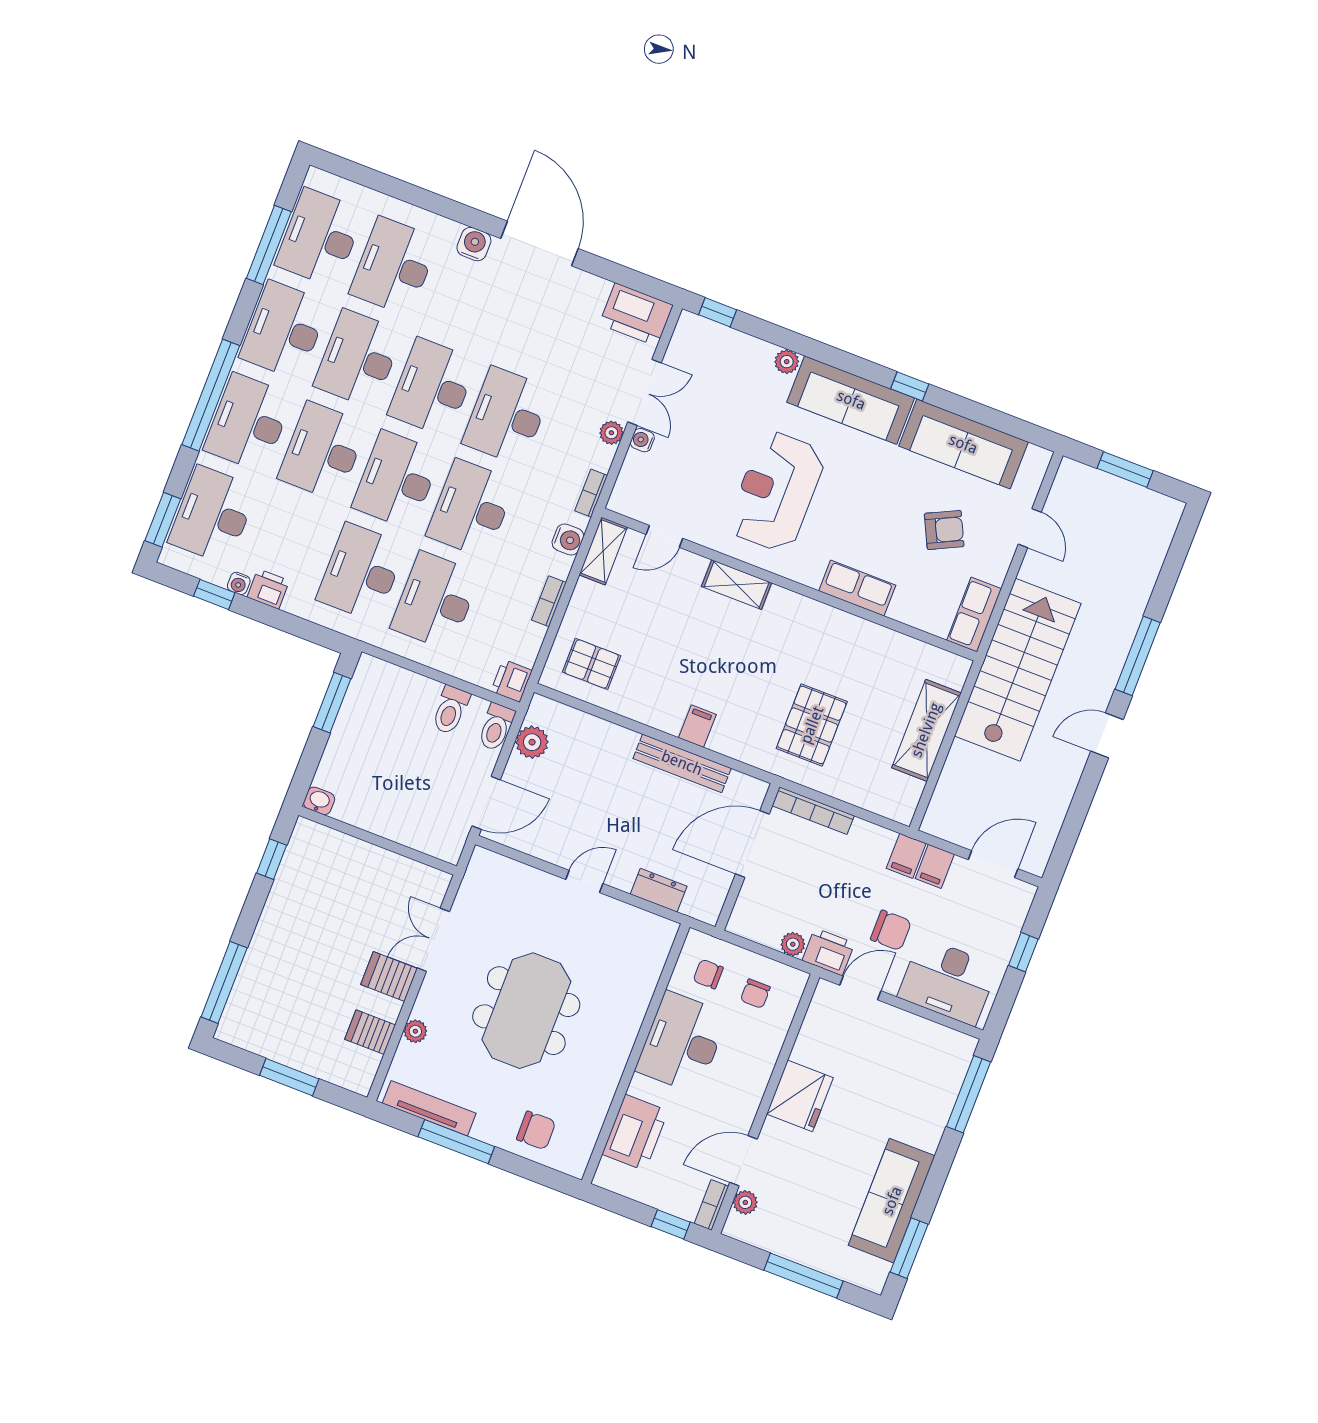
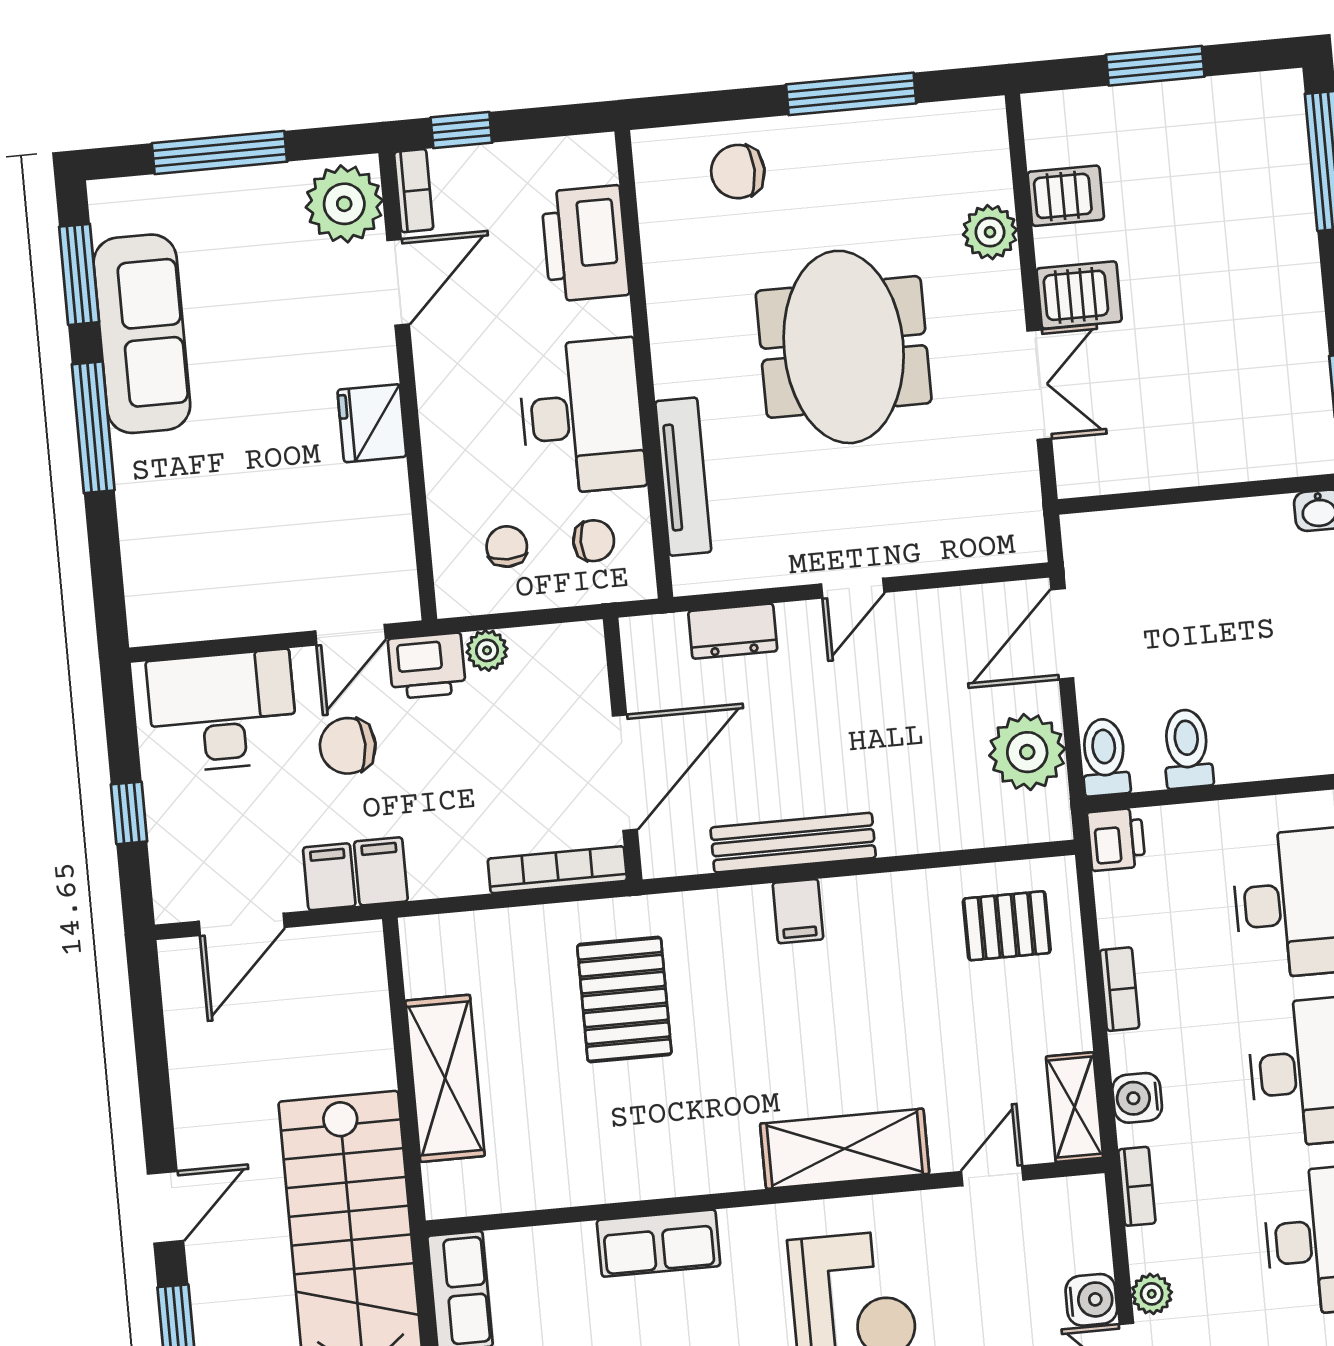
water cooler: (642, 440) -> (1091, 1300), width x1.38, depth x1.38
shelving: (737, 585) -> (845, 1149), width x1.50, depth x1.33
plant: (532, 742) -> (1027, 752), width x1.36, depth x1.36
plant: (415, 1031) -> (990, 232), width x1.38, depth x1.38
window: (968, 1094) -> (93, 427), moved
fridge: (800, 1096) -> (372, 423), width x0.73, depth x0.75
tv unit: (429, 1108) -> (683, 477), moved, turned -90
plant: (745, 1202) -> (344, 204), width x1.88, depth x1.88

